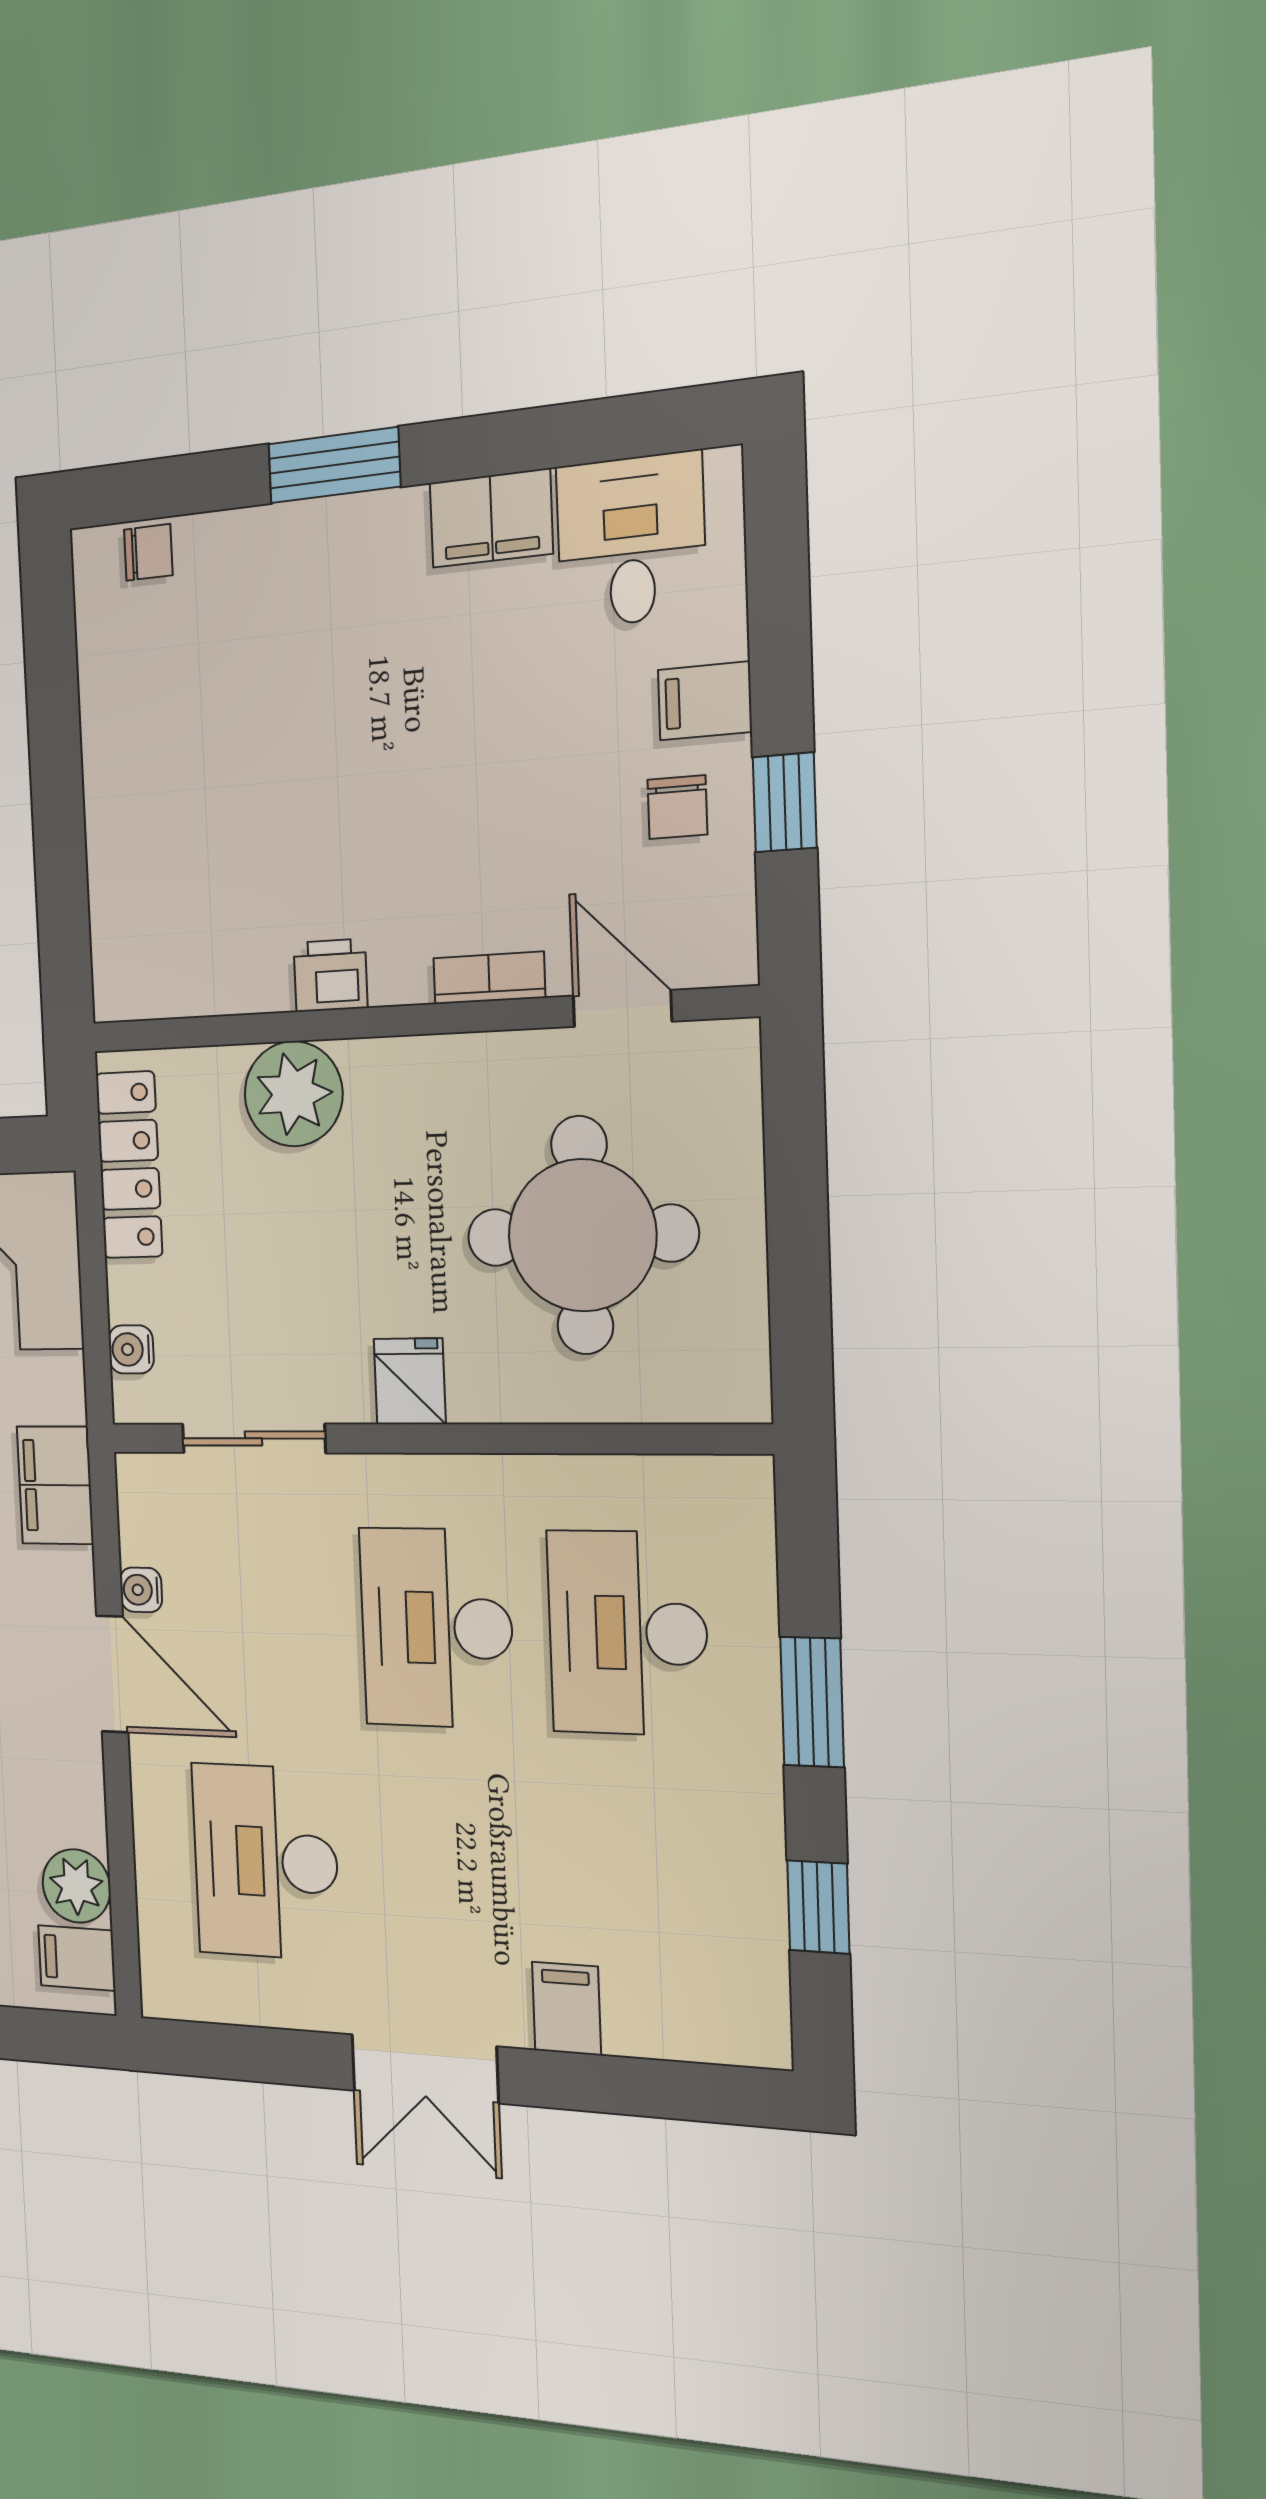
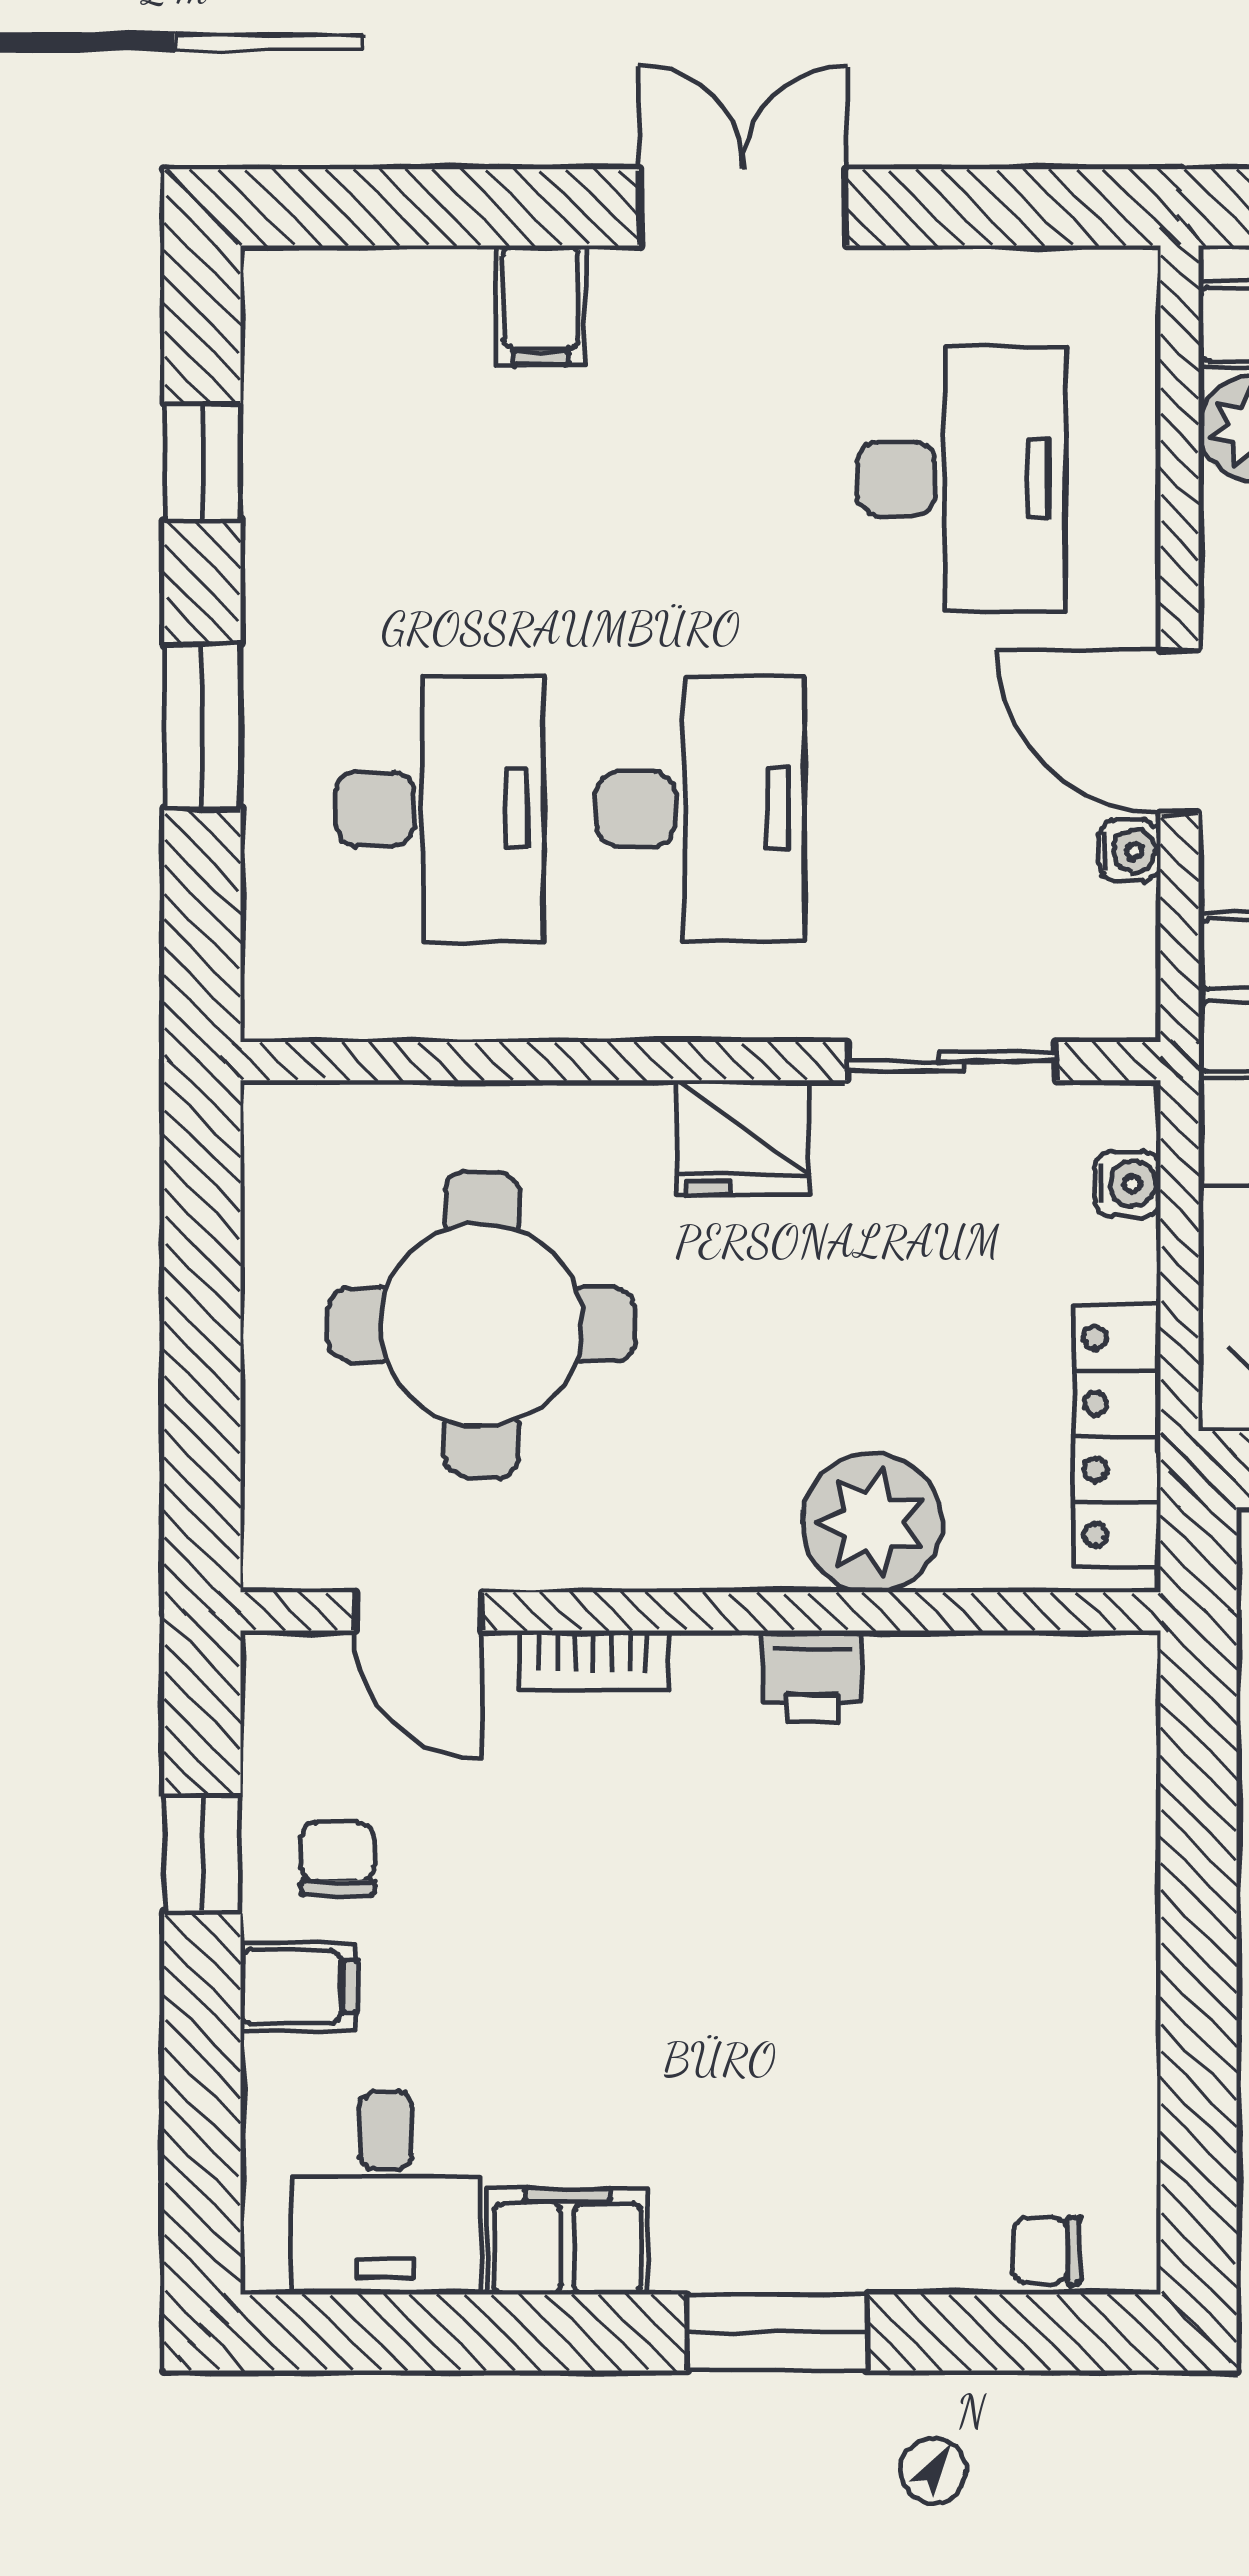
fridge: (410, 1381) -> (743, 1137), width x1.38

